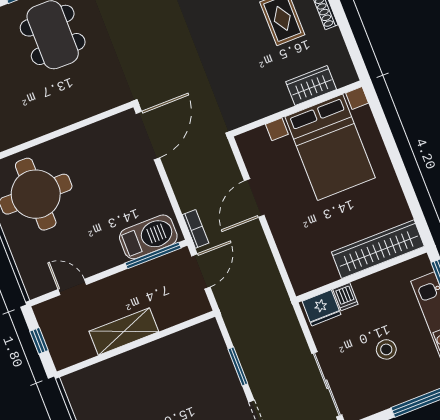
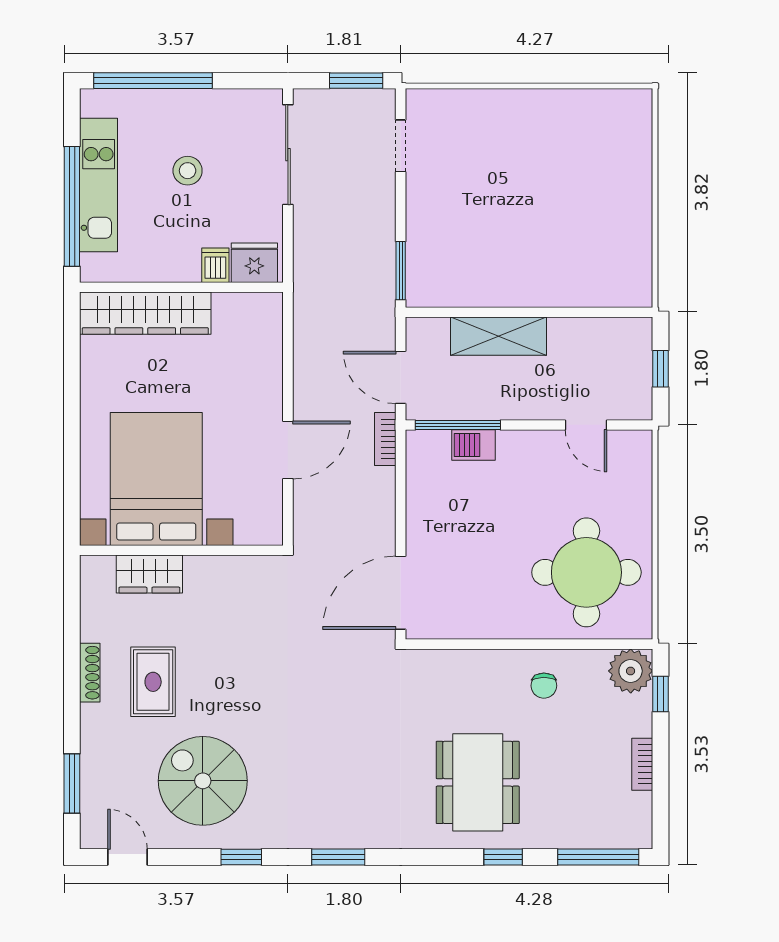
chair: (35, 112) -> (544, 686), added
barbecue: (148, 237) -> (473, 445), width x0.53, depth x0.65
door: (201, 271) -> (401, 377), hinge flipped
shelving: (124, 331) -> (498, 336), moved
window: (238, 366) -> (401, 271), moved

